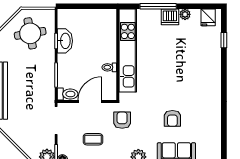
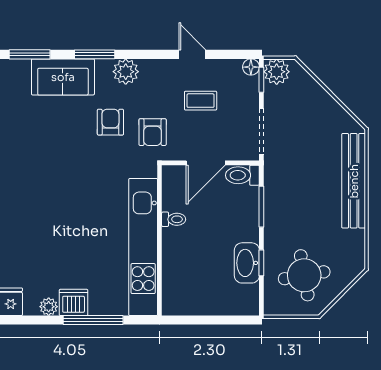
armchair: (172, 118) -> (110, 122), moved

